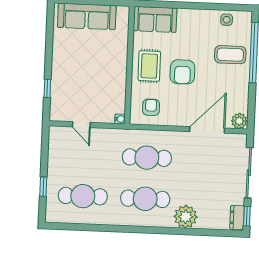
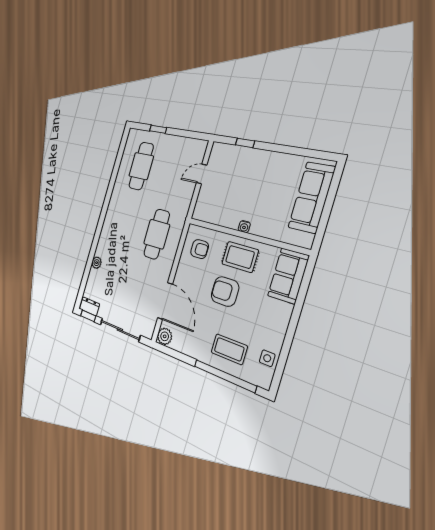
coffee table: (230, 55) -> (229, 349), turned 90
water cooler: (120, 119) -> (244, 227), moved
cafe table: (145, 199) -> (125, 225), removed
plant: (186, 217) -> (97, 263), width x0.53, depth x0.53

